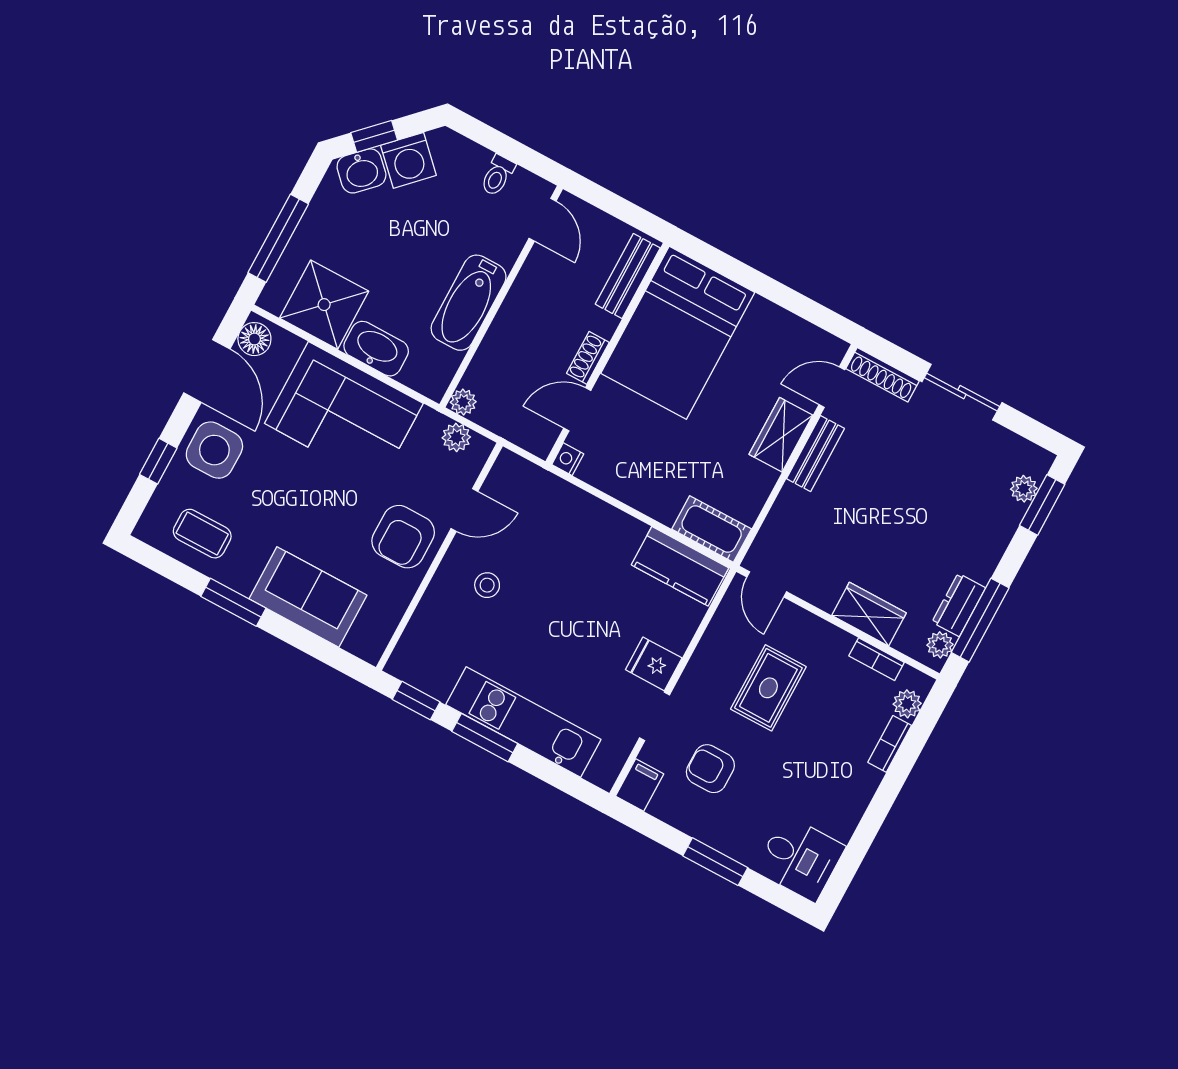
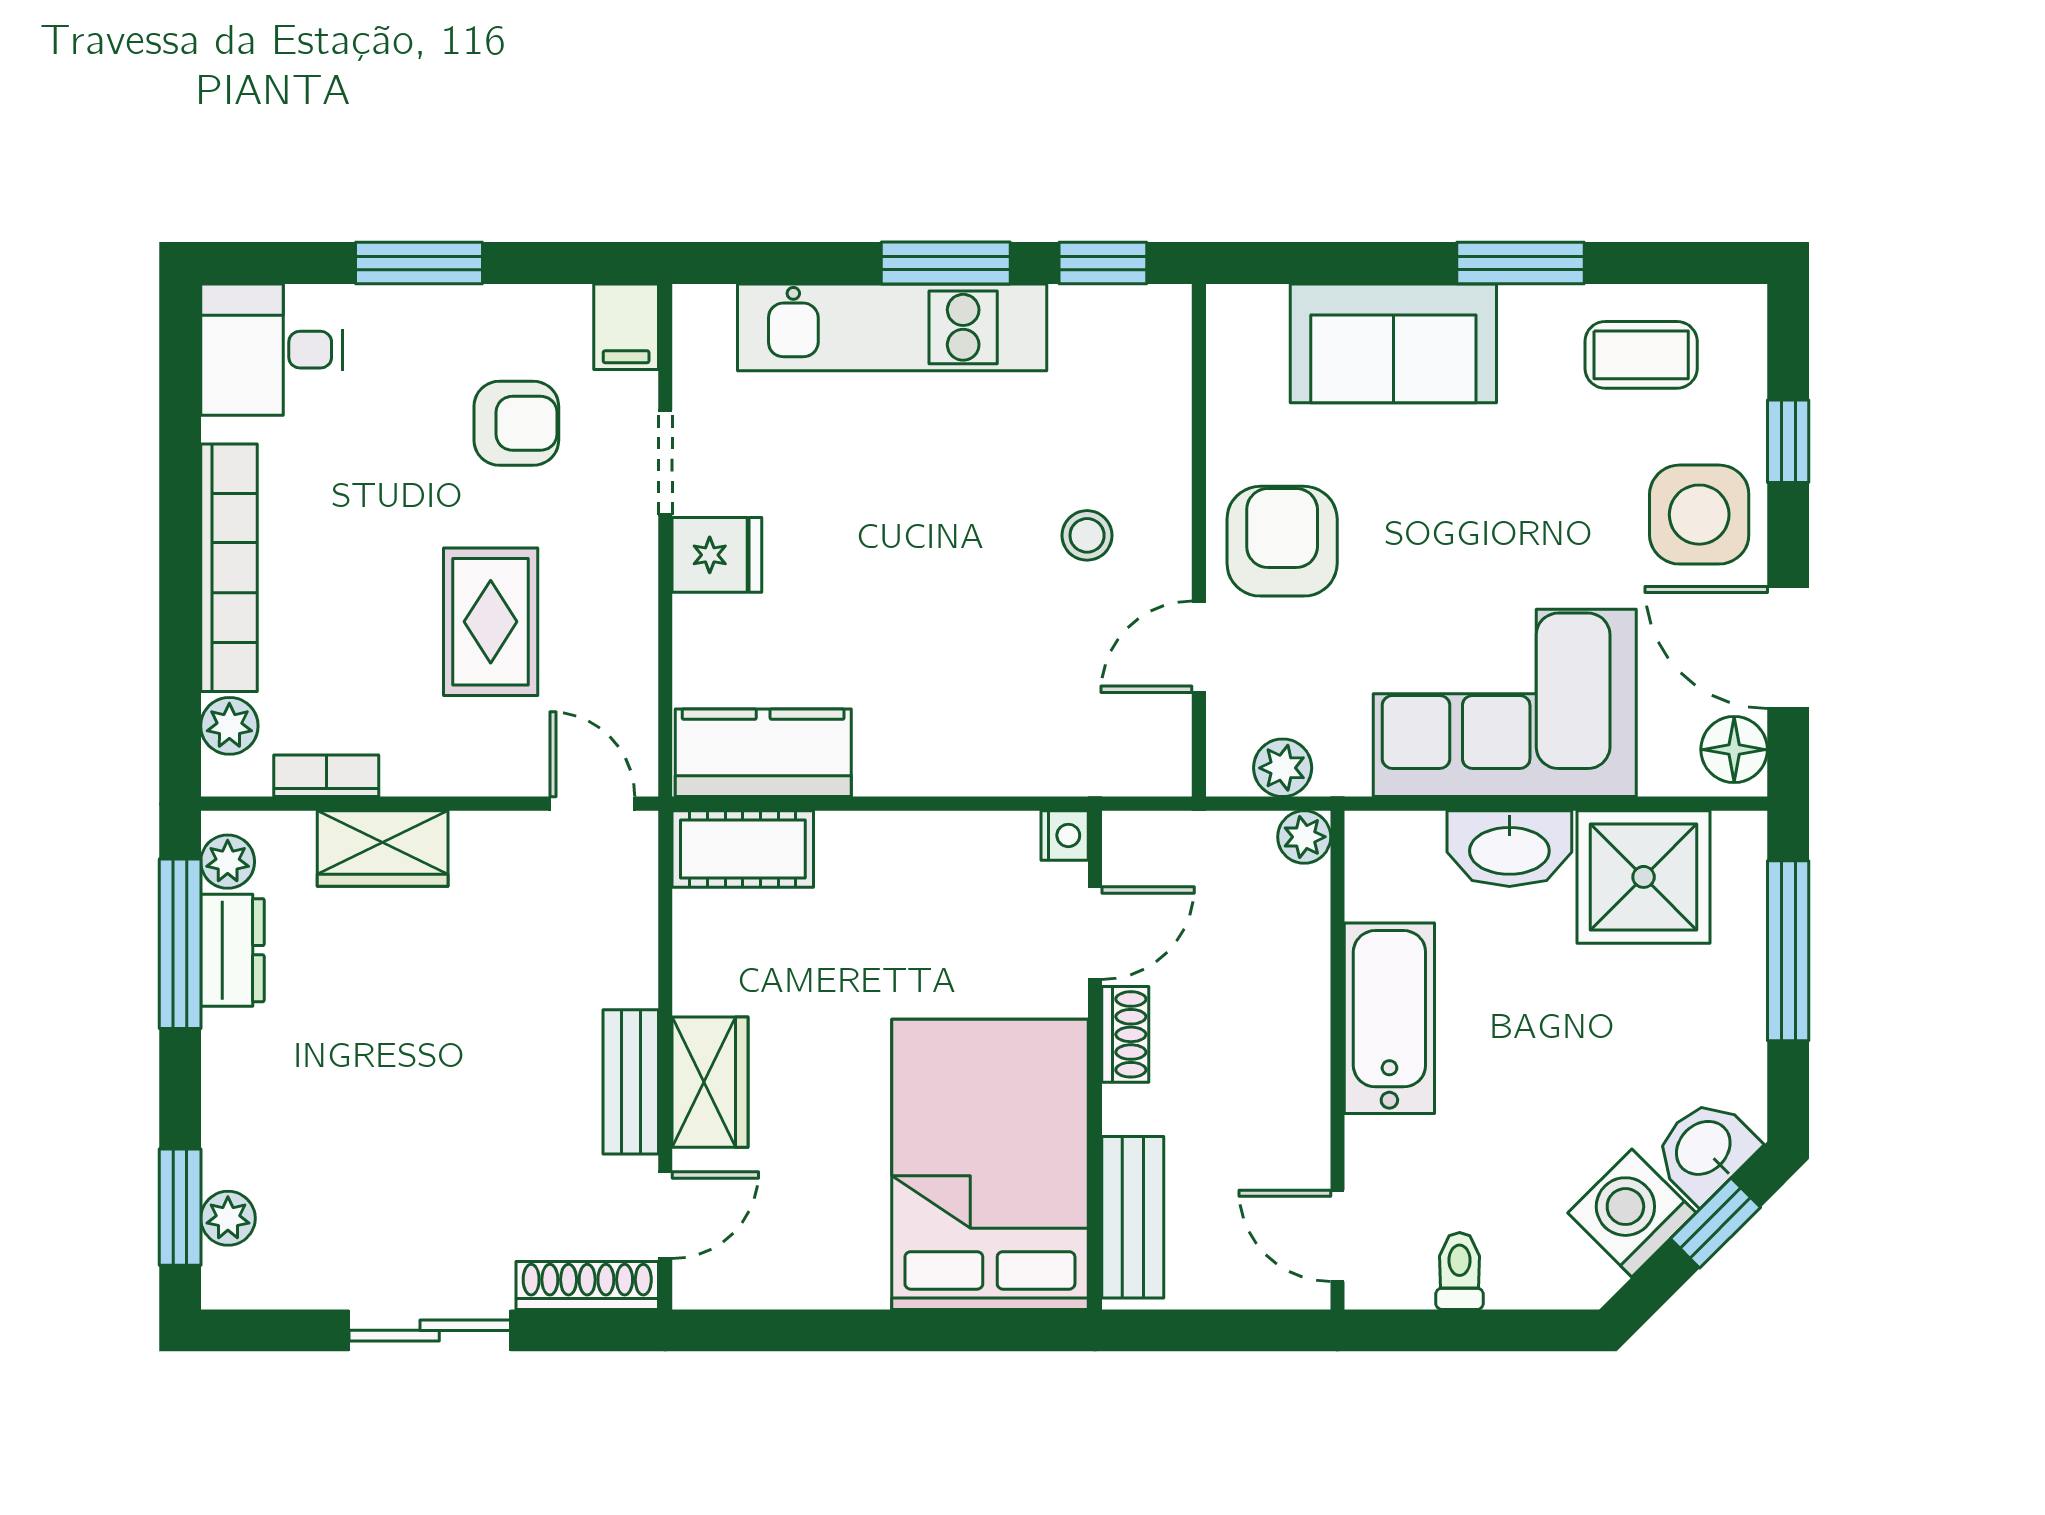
bookcase: (890, 744) -> (229, 568), width x2.31, depth x1.31

